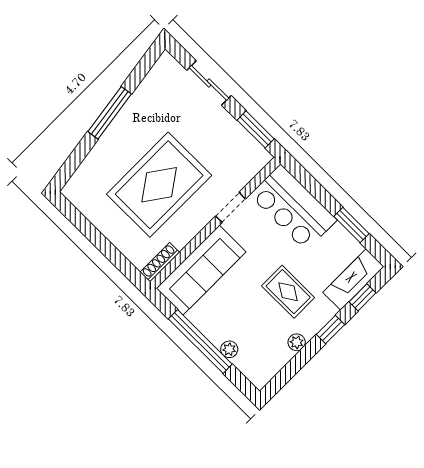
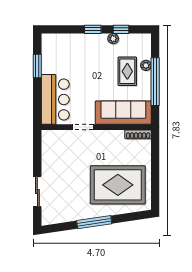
window: (256, 129) -> (37, 150), removed
rug: (159, 185) -> (118, 185), moved
fireplace: (353, 279) -> (60, 41), removed
rug: (288, 292) -> (127, 71), moved
window: (363, 297) -> (121, 29), moved

